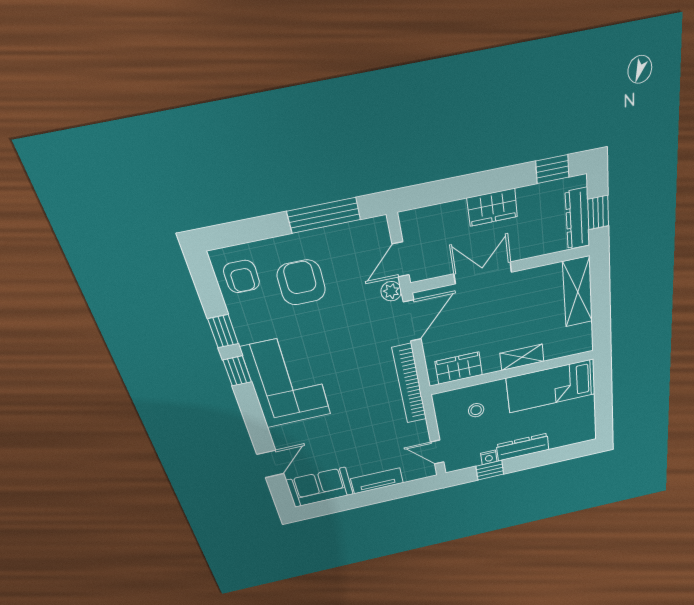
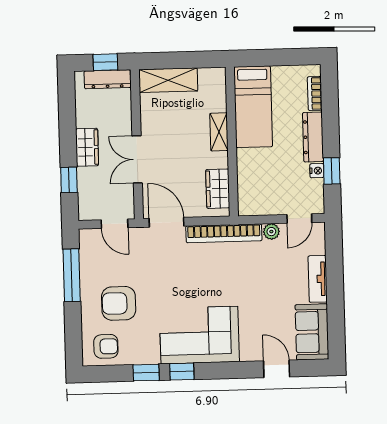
window: (552, 169) -> (69, 180), moved
plant: (391, 291) -> (271, 232), moved
stool: (476, 410) -> (263, 178), removed
bookcase: (567, 440) -> (315, 93), added

